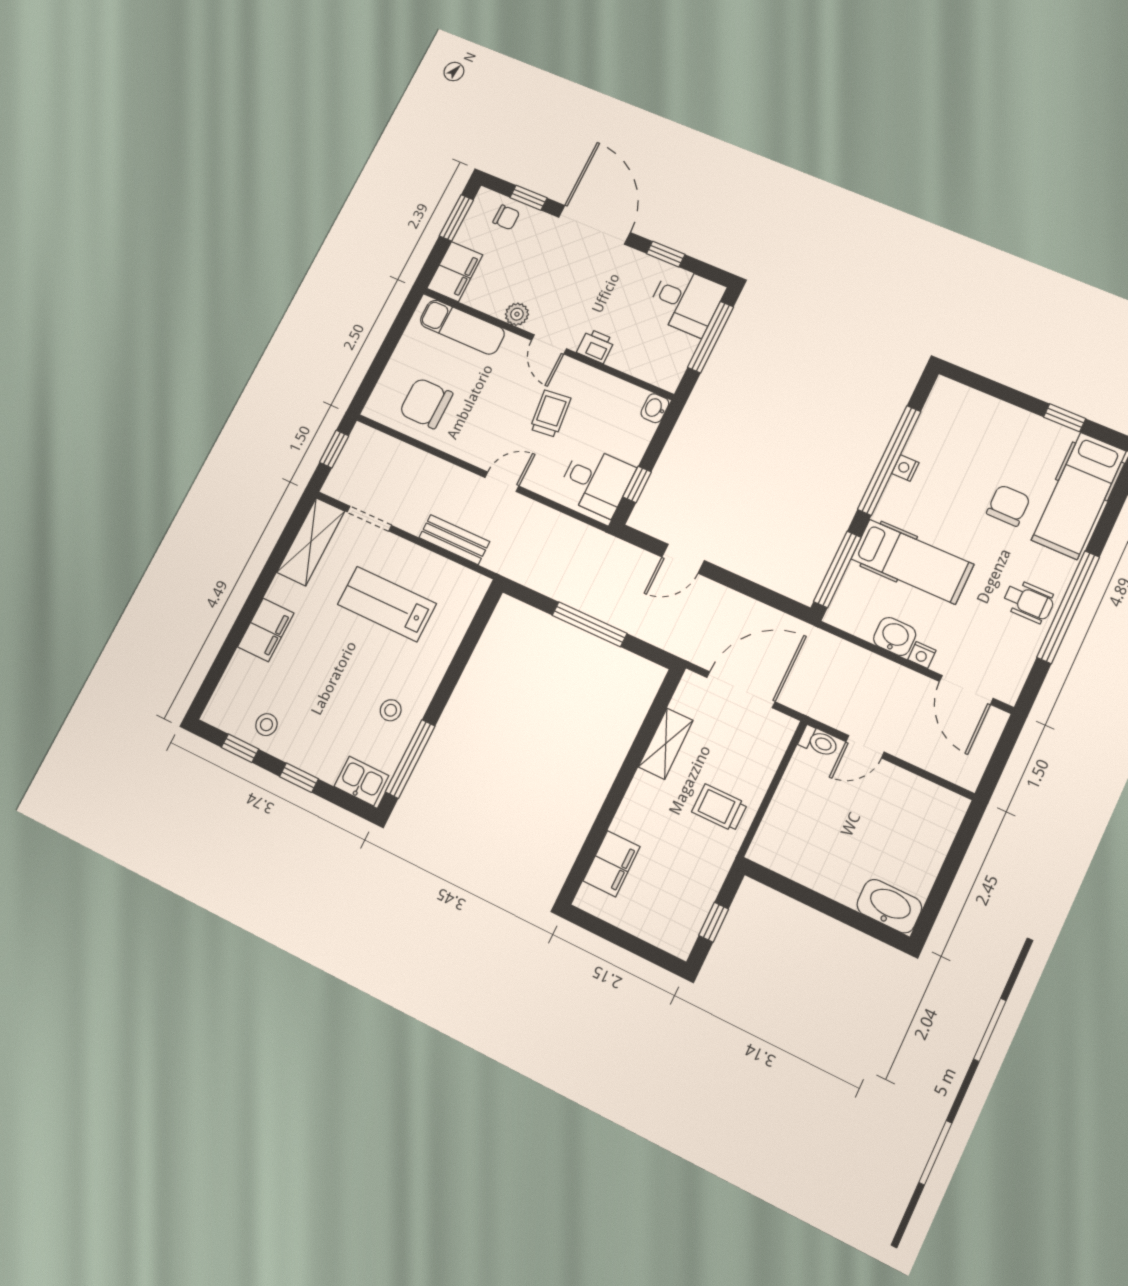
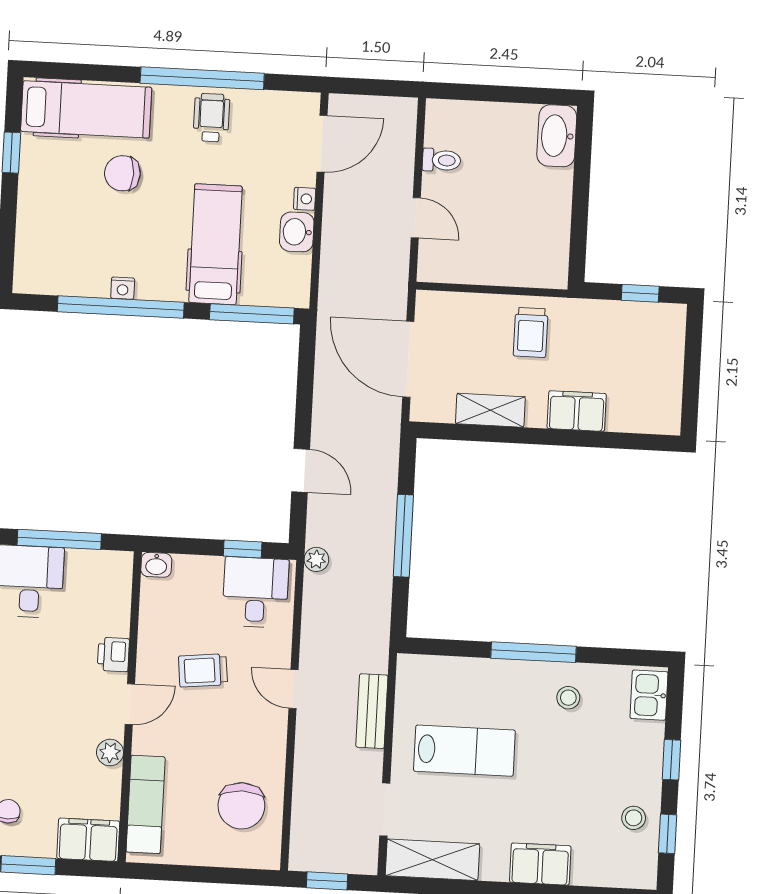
plant: (601, 543) -> (316, 559), added
lab bench: (387, 604) -> (464, 751), turned -90
toilet: (819, 742) -> (442, 160), moved, turned 90
window: (410, 759) -> (534, 652), moved
filing cabinet: (611, 864) -> (577, 411), moved

